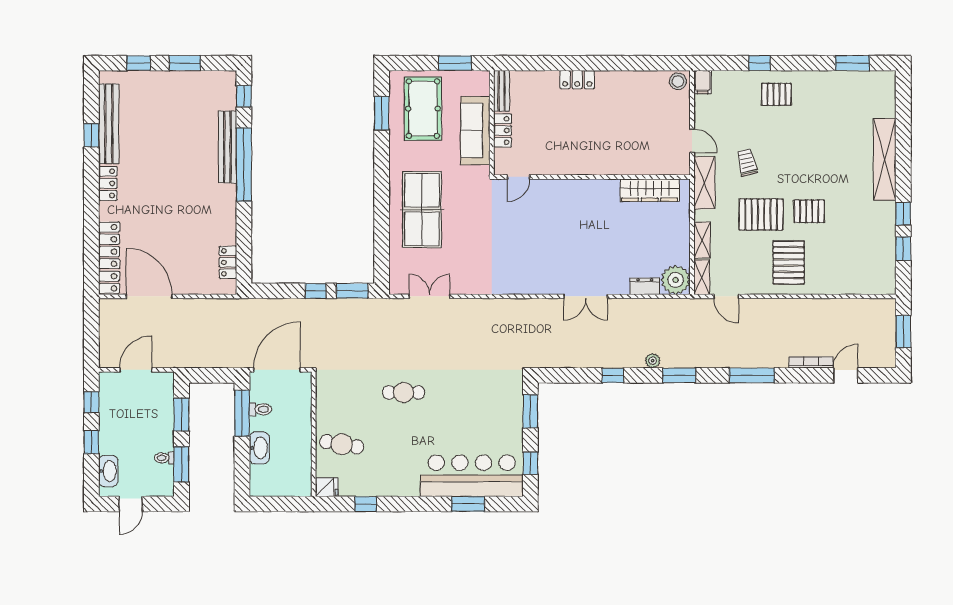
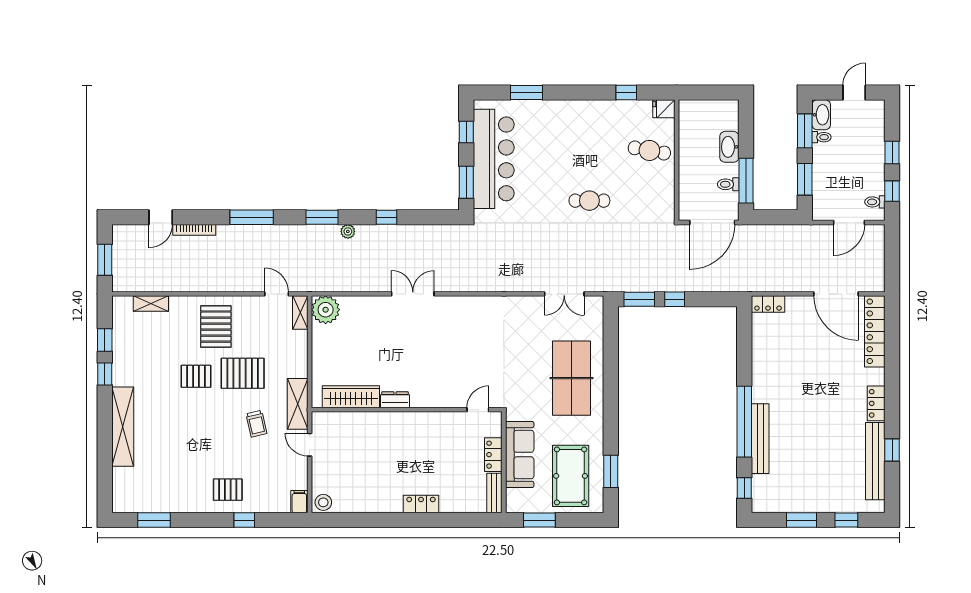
shelving: (702, 240) -> (151, 303), moved, turned 90
locker: (228, 262) -> (768, 304), moved, turned 90
dresser: (645, 286) -> (395, 400), moved, turned 180
toilet: (109, 391) -> (875, 202), added
washbasin: (108, 471) -> (821, 115), moved, turned 180
bar counter: (472, 476) -> (494, 159), moved, turned -90

